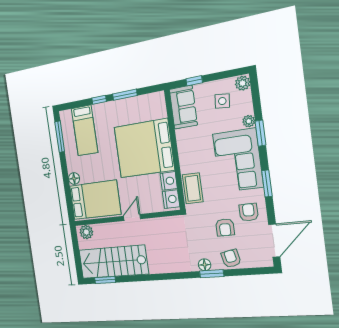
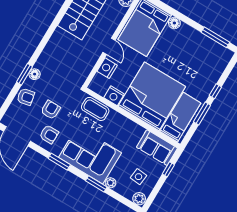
bed: (85, 130) -> (180, 117), moved, turned 90
nightstand: (171, 199) -> (107, 68), moved, turned 90
armchair: (225, 227) -> (51, 110), turned 90

